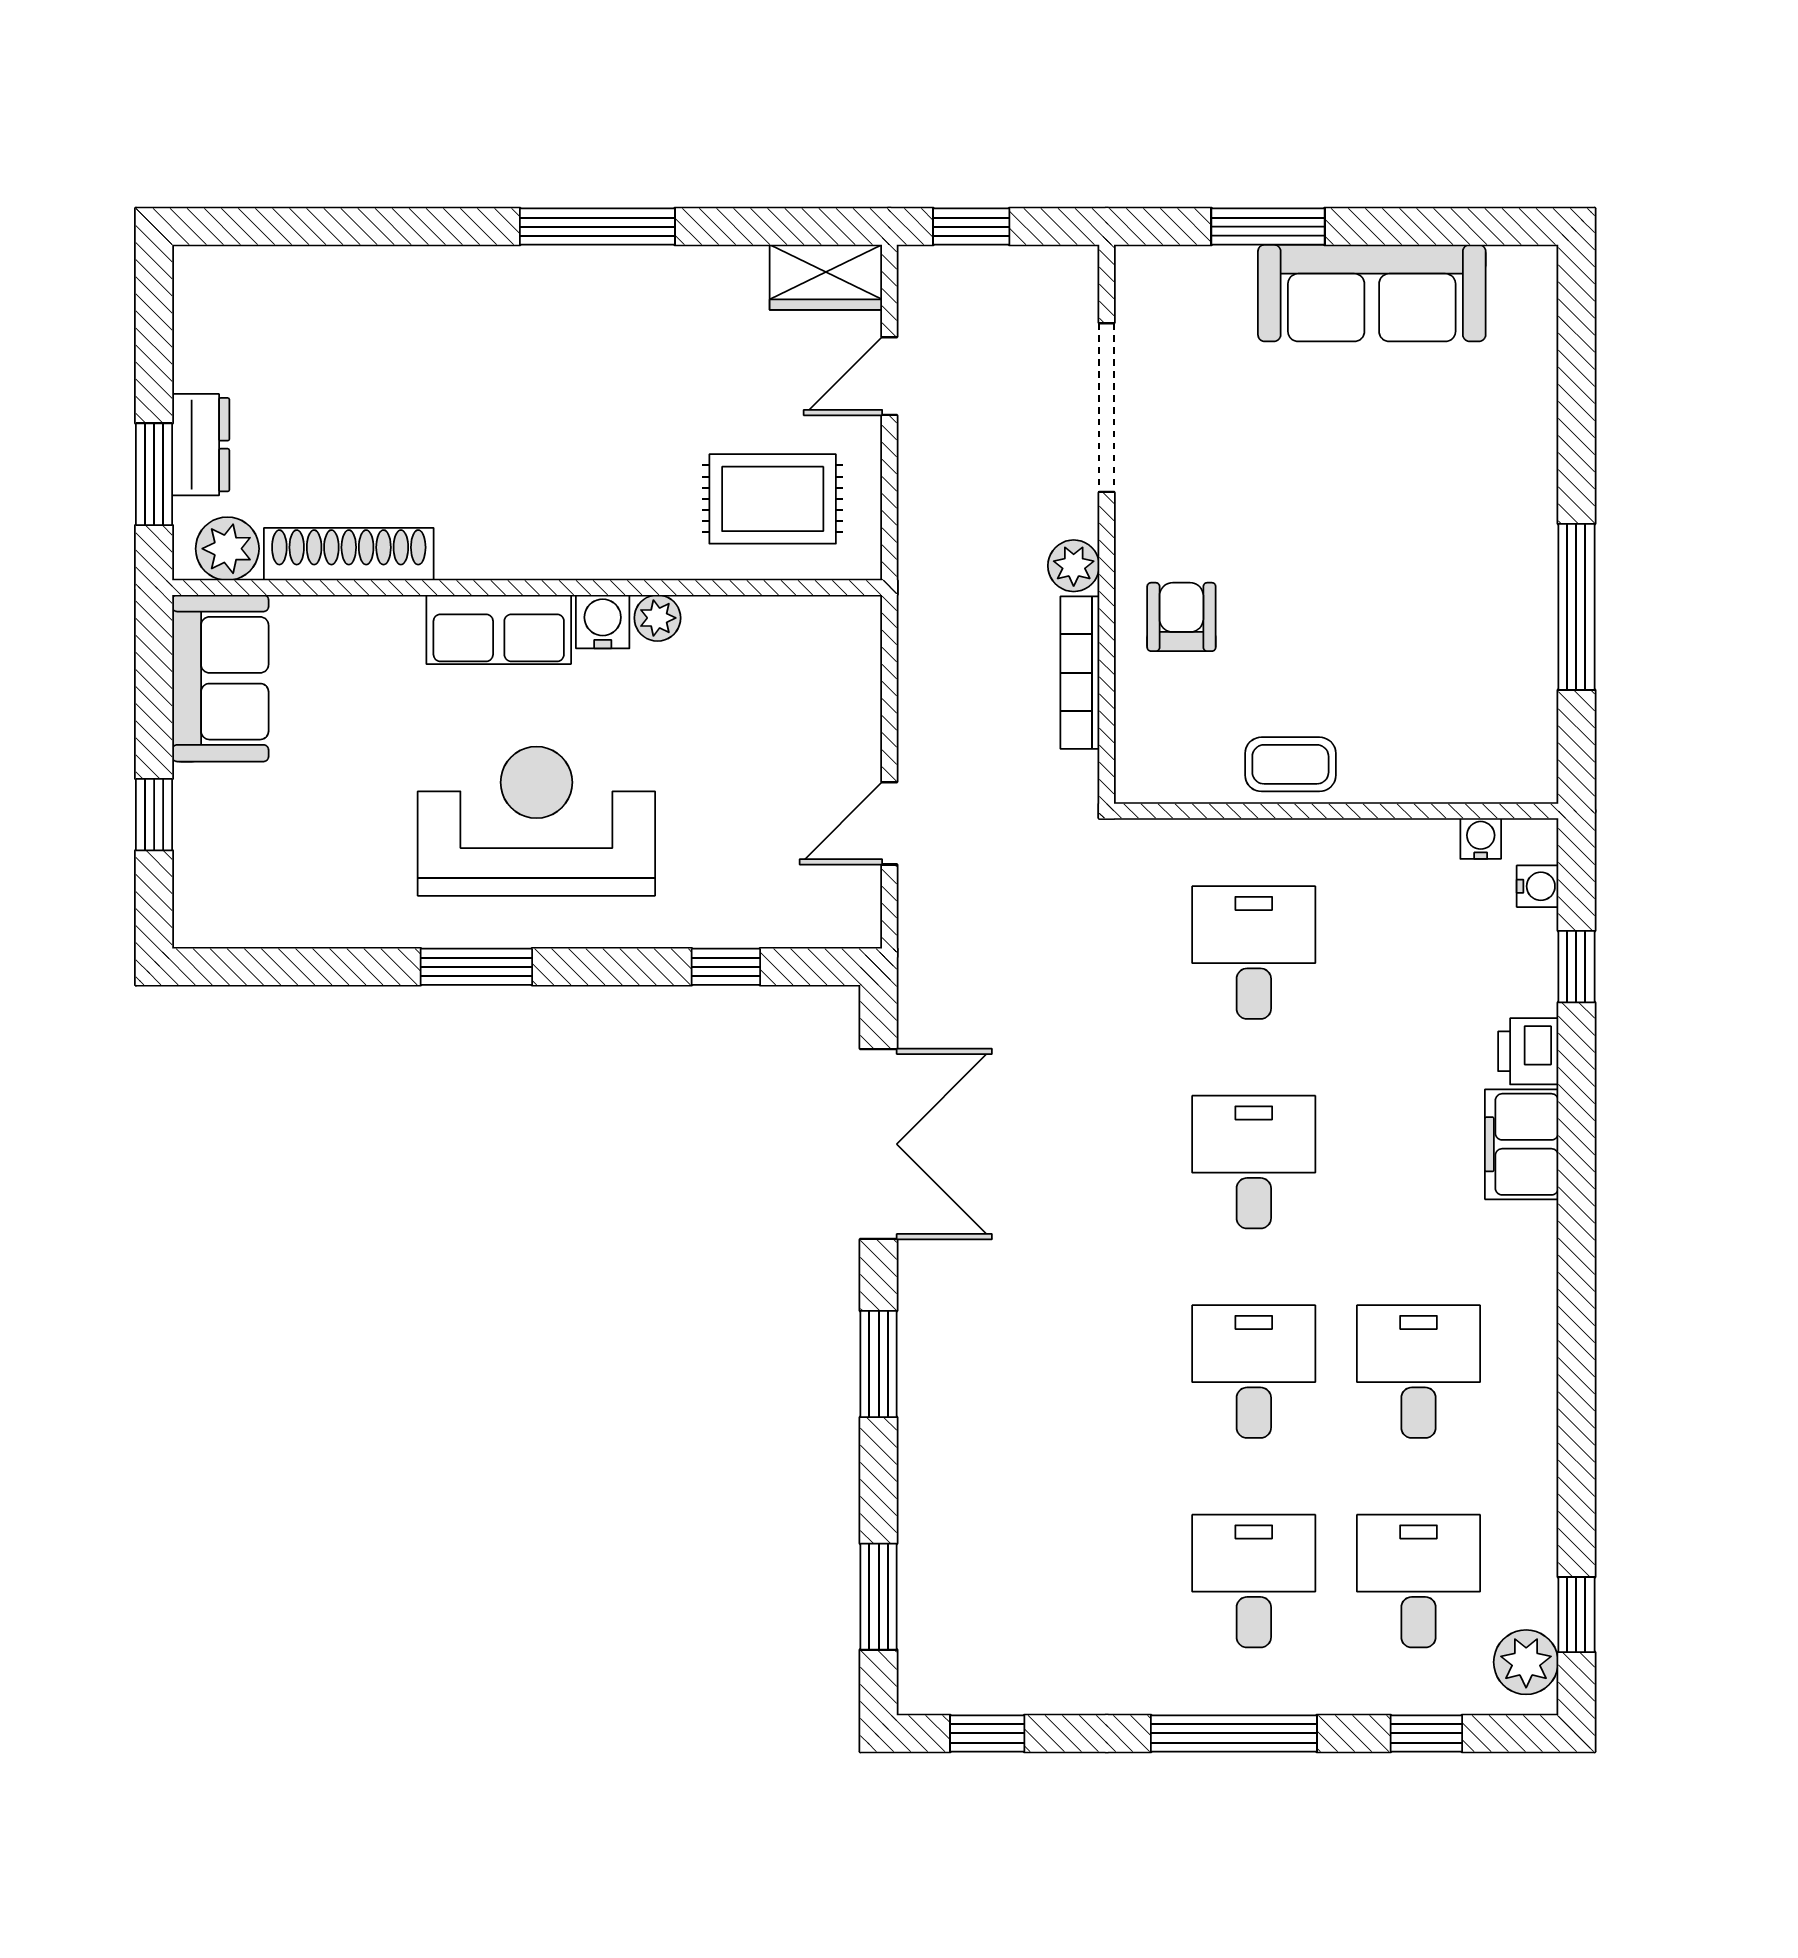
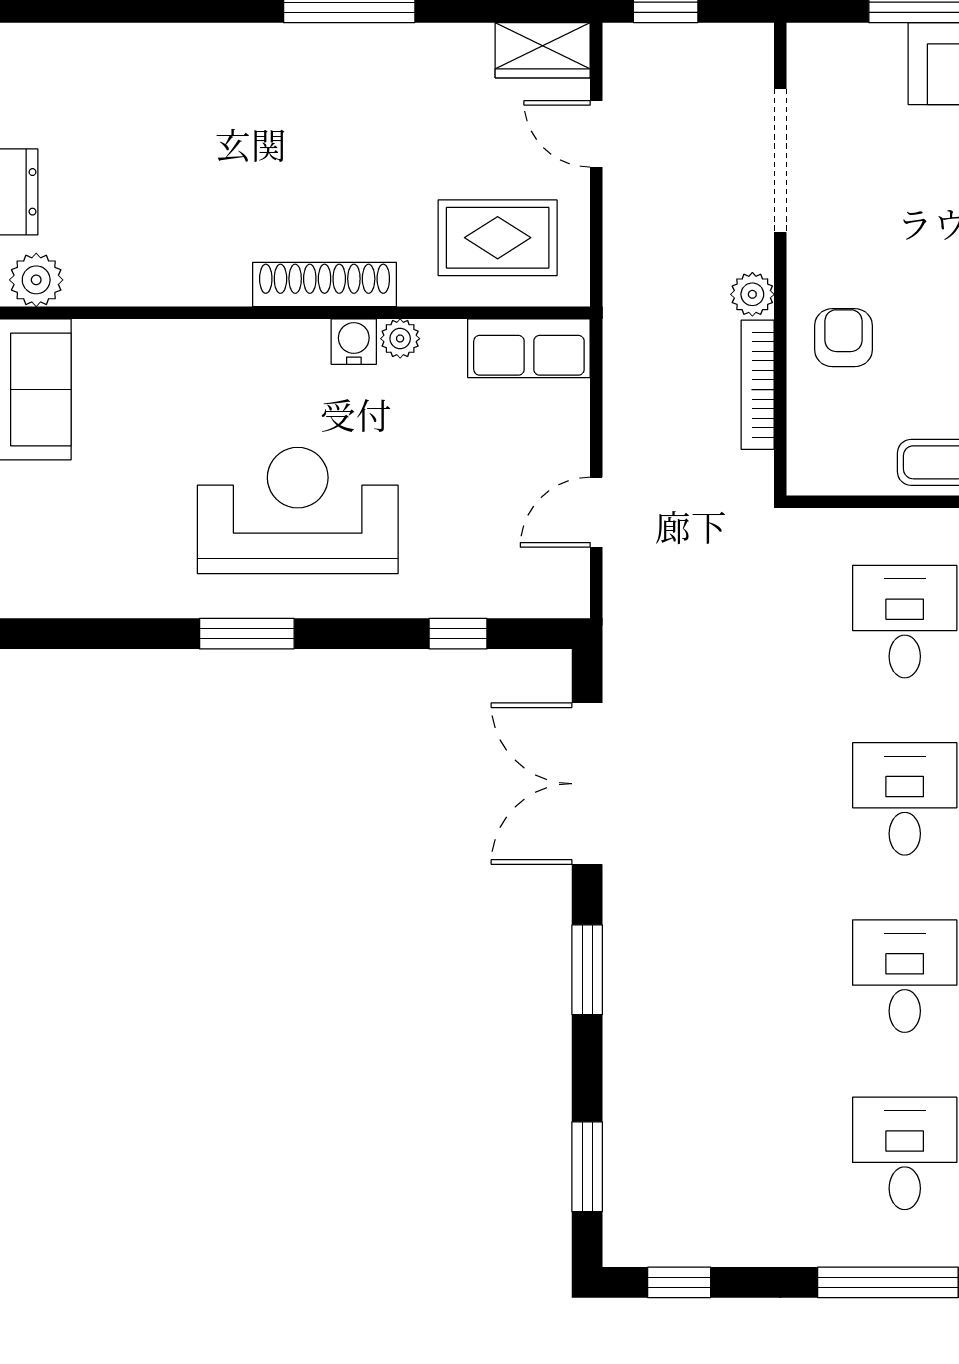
door: (889, 376) -> (596, 134), hinge flipped
shoe rack: (349, 554) -> (325, 284), moved
row of seats: (499, 629) -> (529, 348), moved
double door: (879, 1144) -> (587, 784), swing flipped

